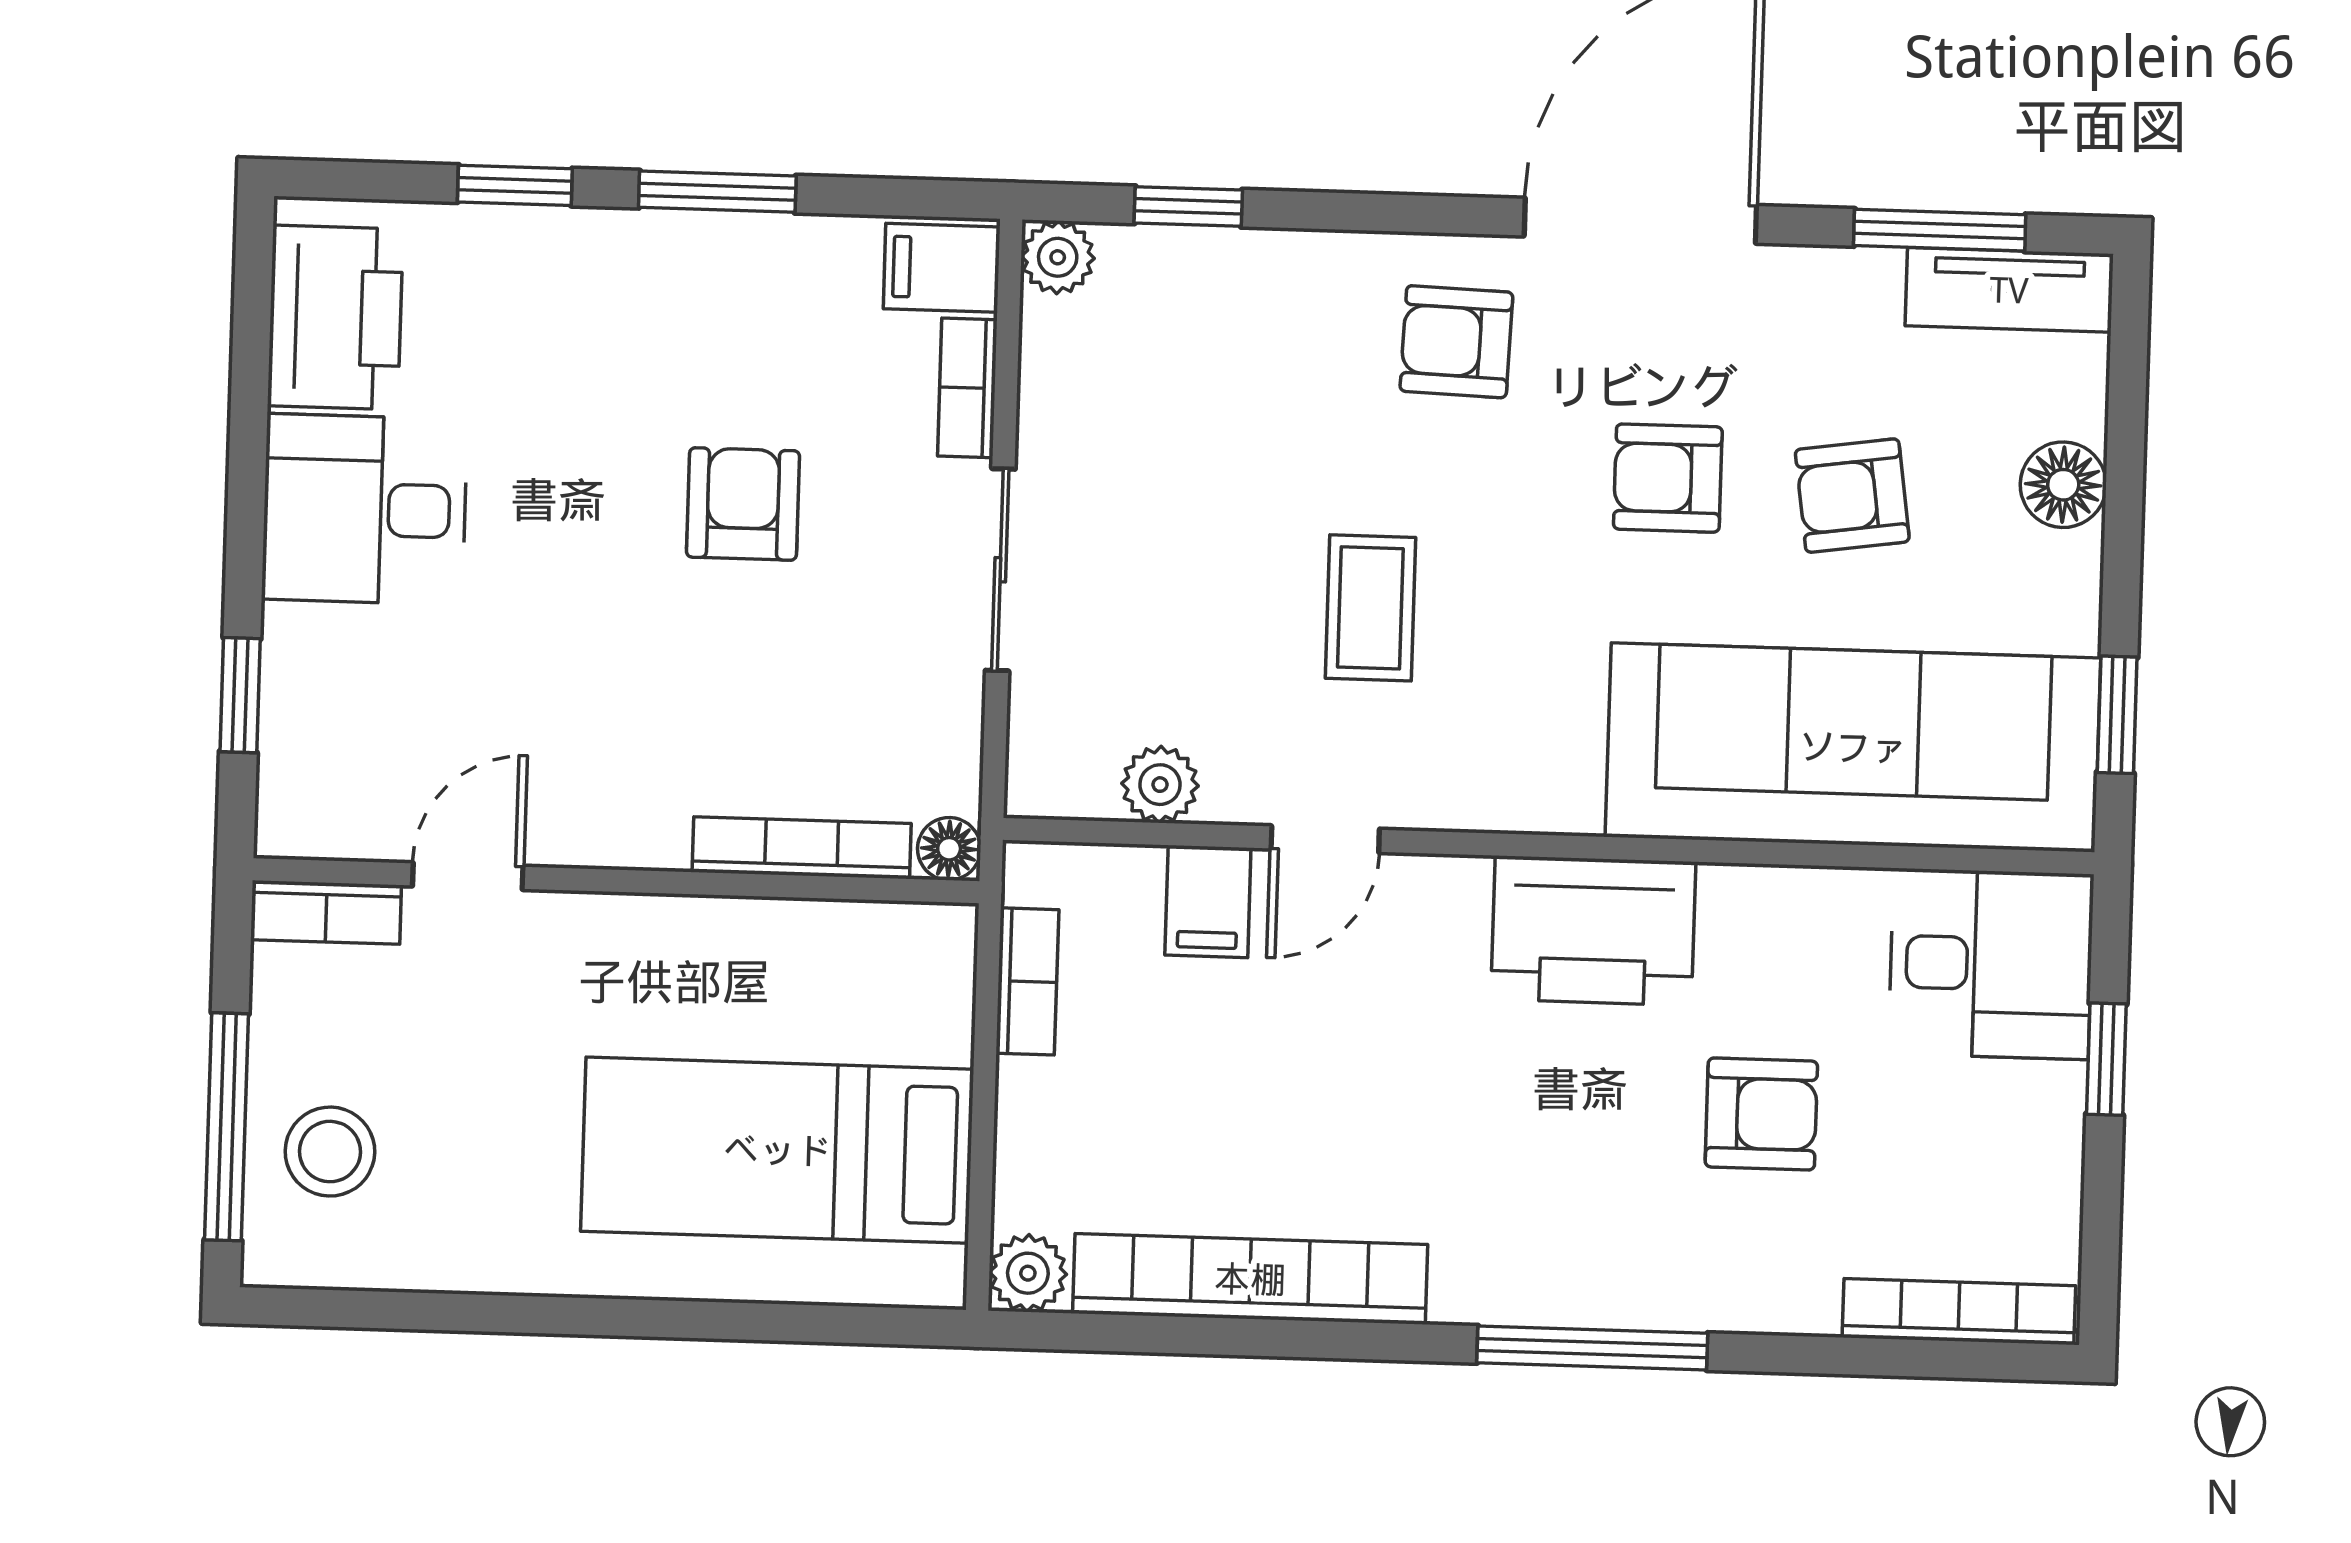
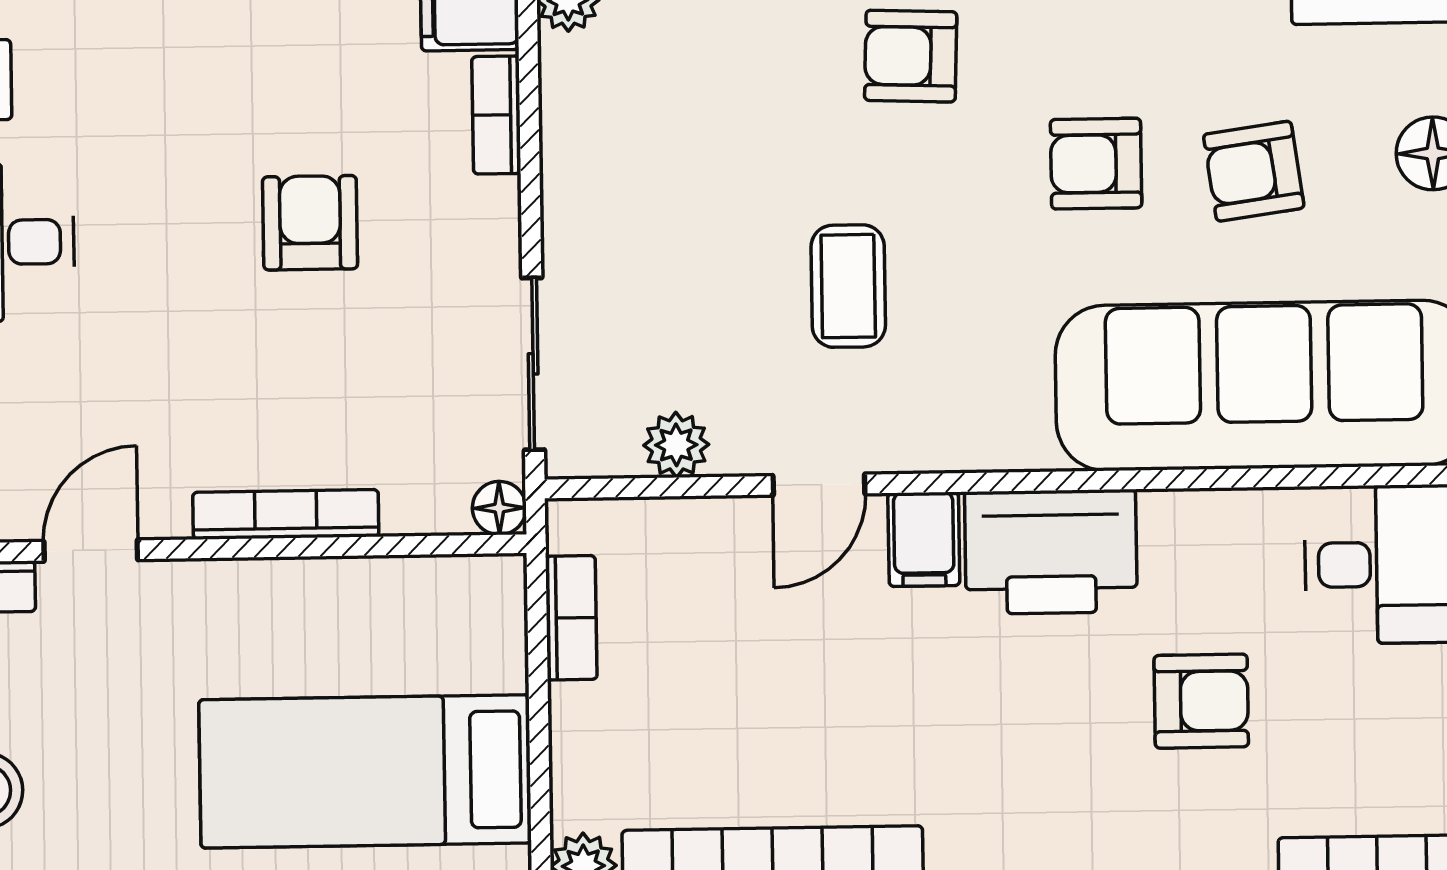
sliding door: (1000, 570) -> (533, 364), moved
bookcase: (802, 848) -> (286, 514), moved
filing cabinet: (1208, 901) -> (924, 539), moved

